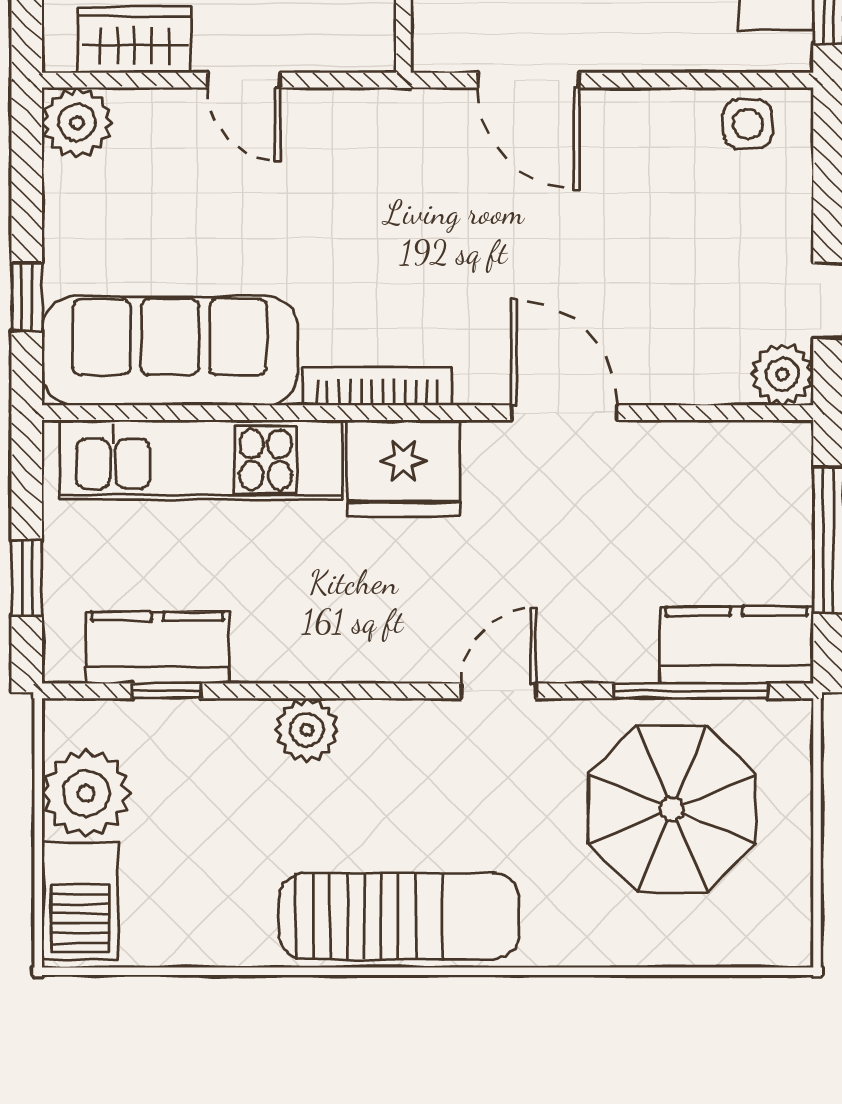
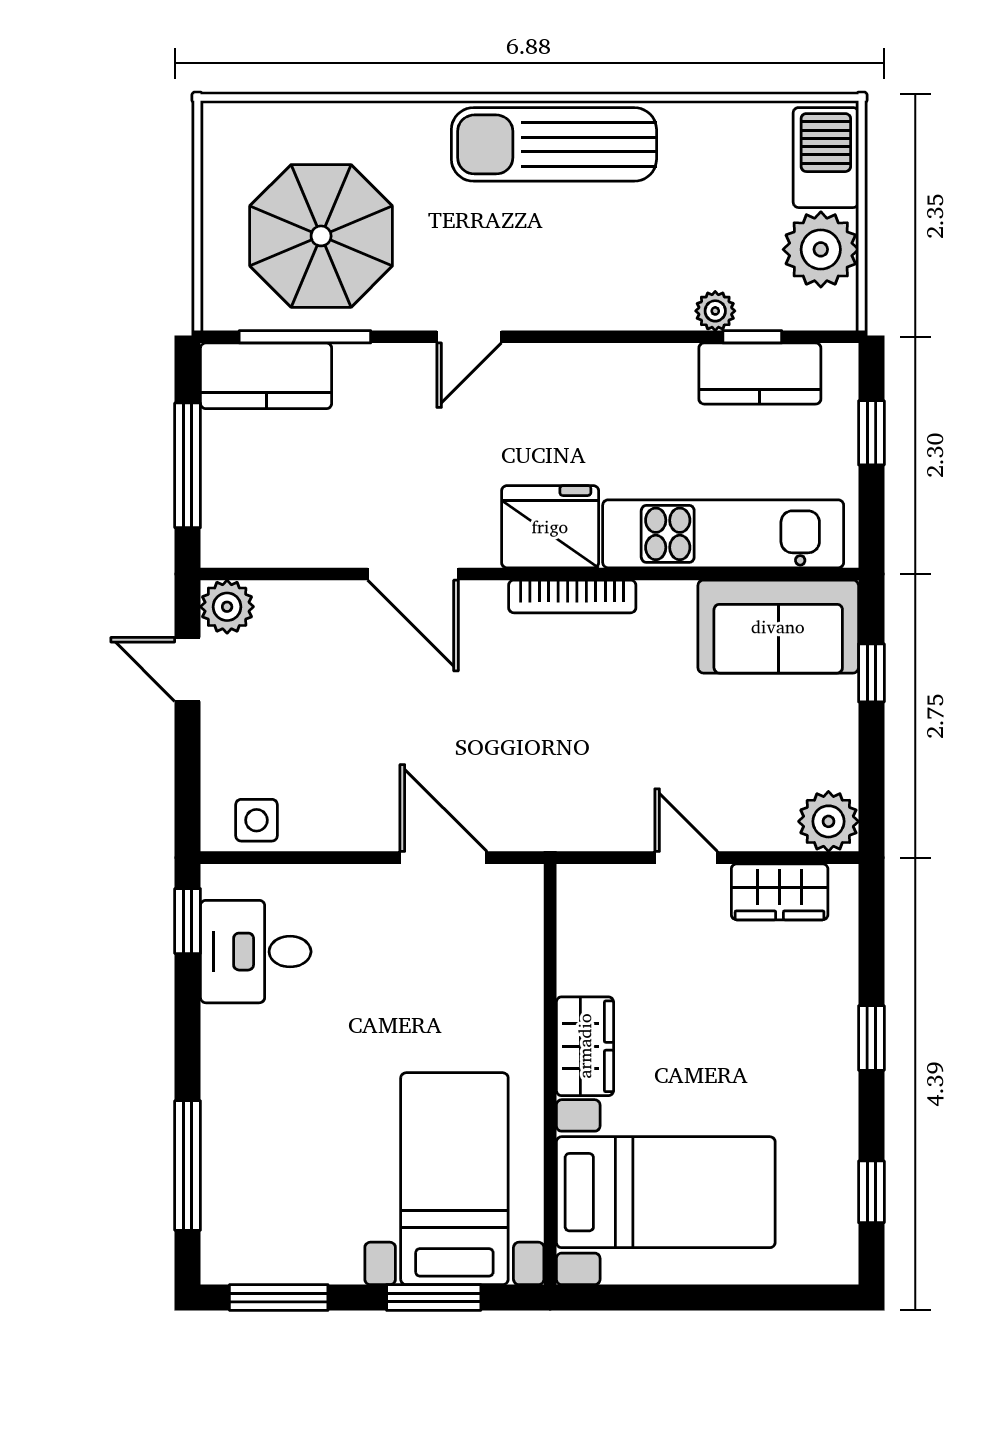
sofa: (170, 351) -> (778, 627), width x0.73
plant: (307, 730) -> (715, 311), moved, width x0.73, depth x0.73

